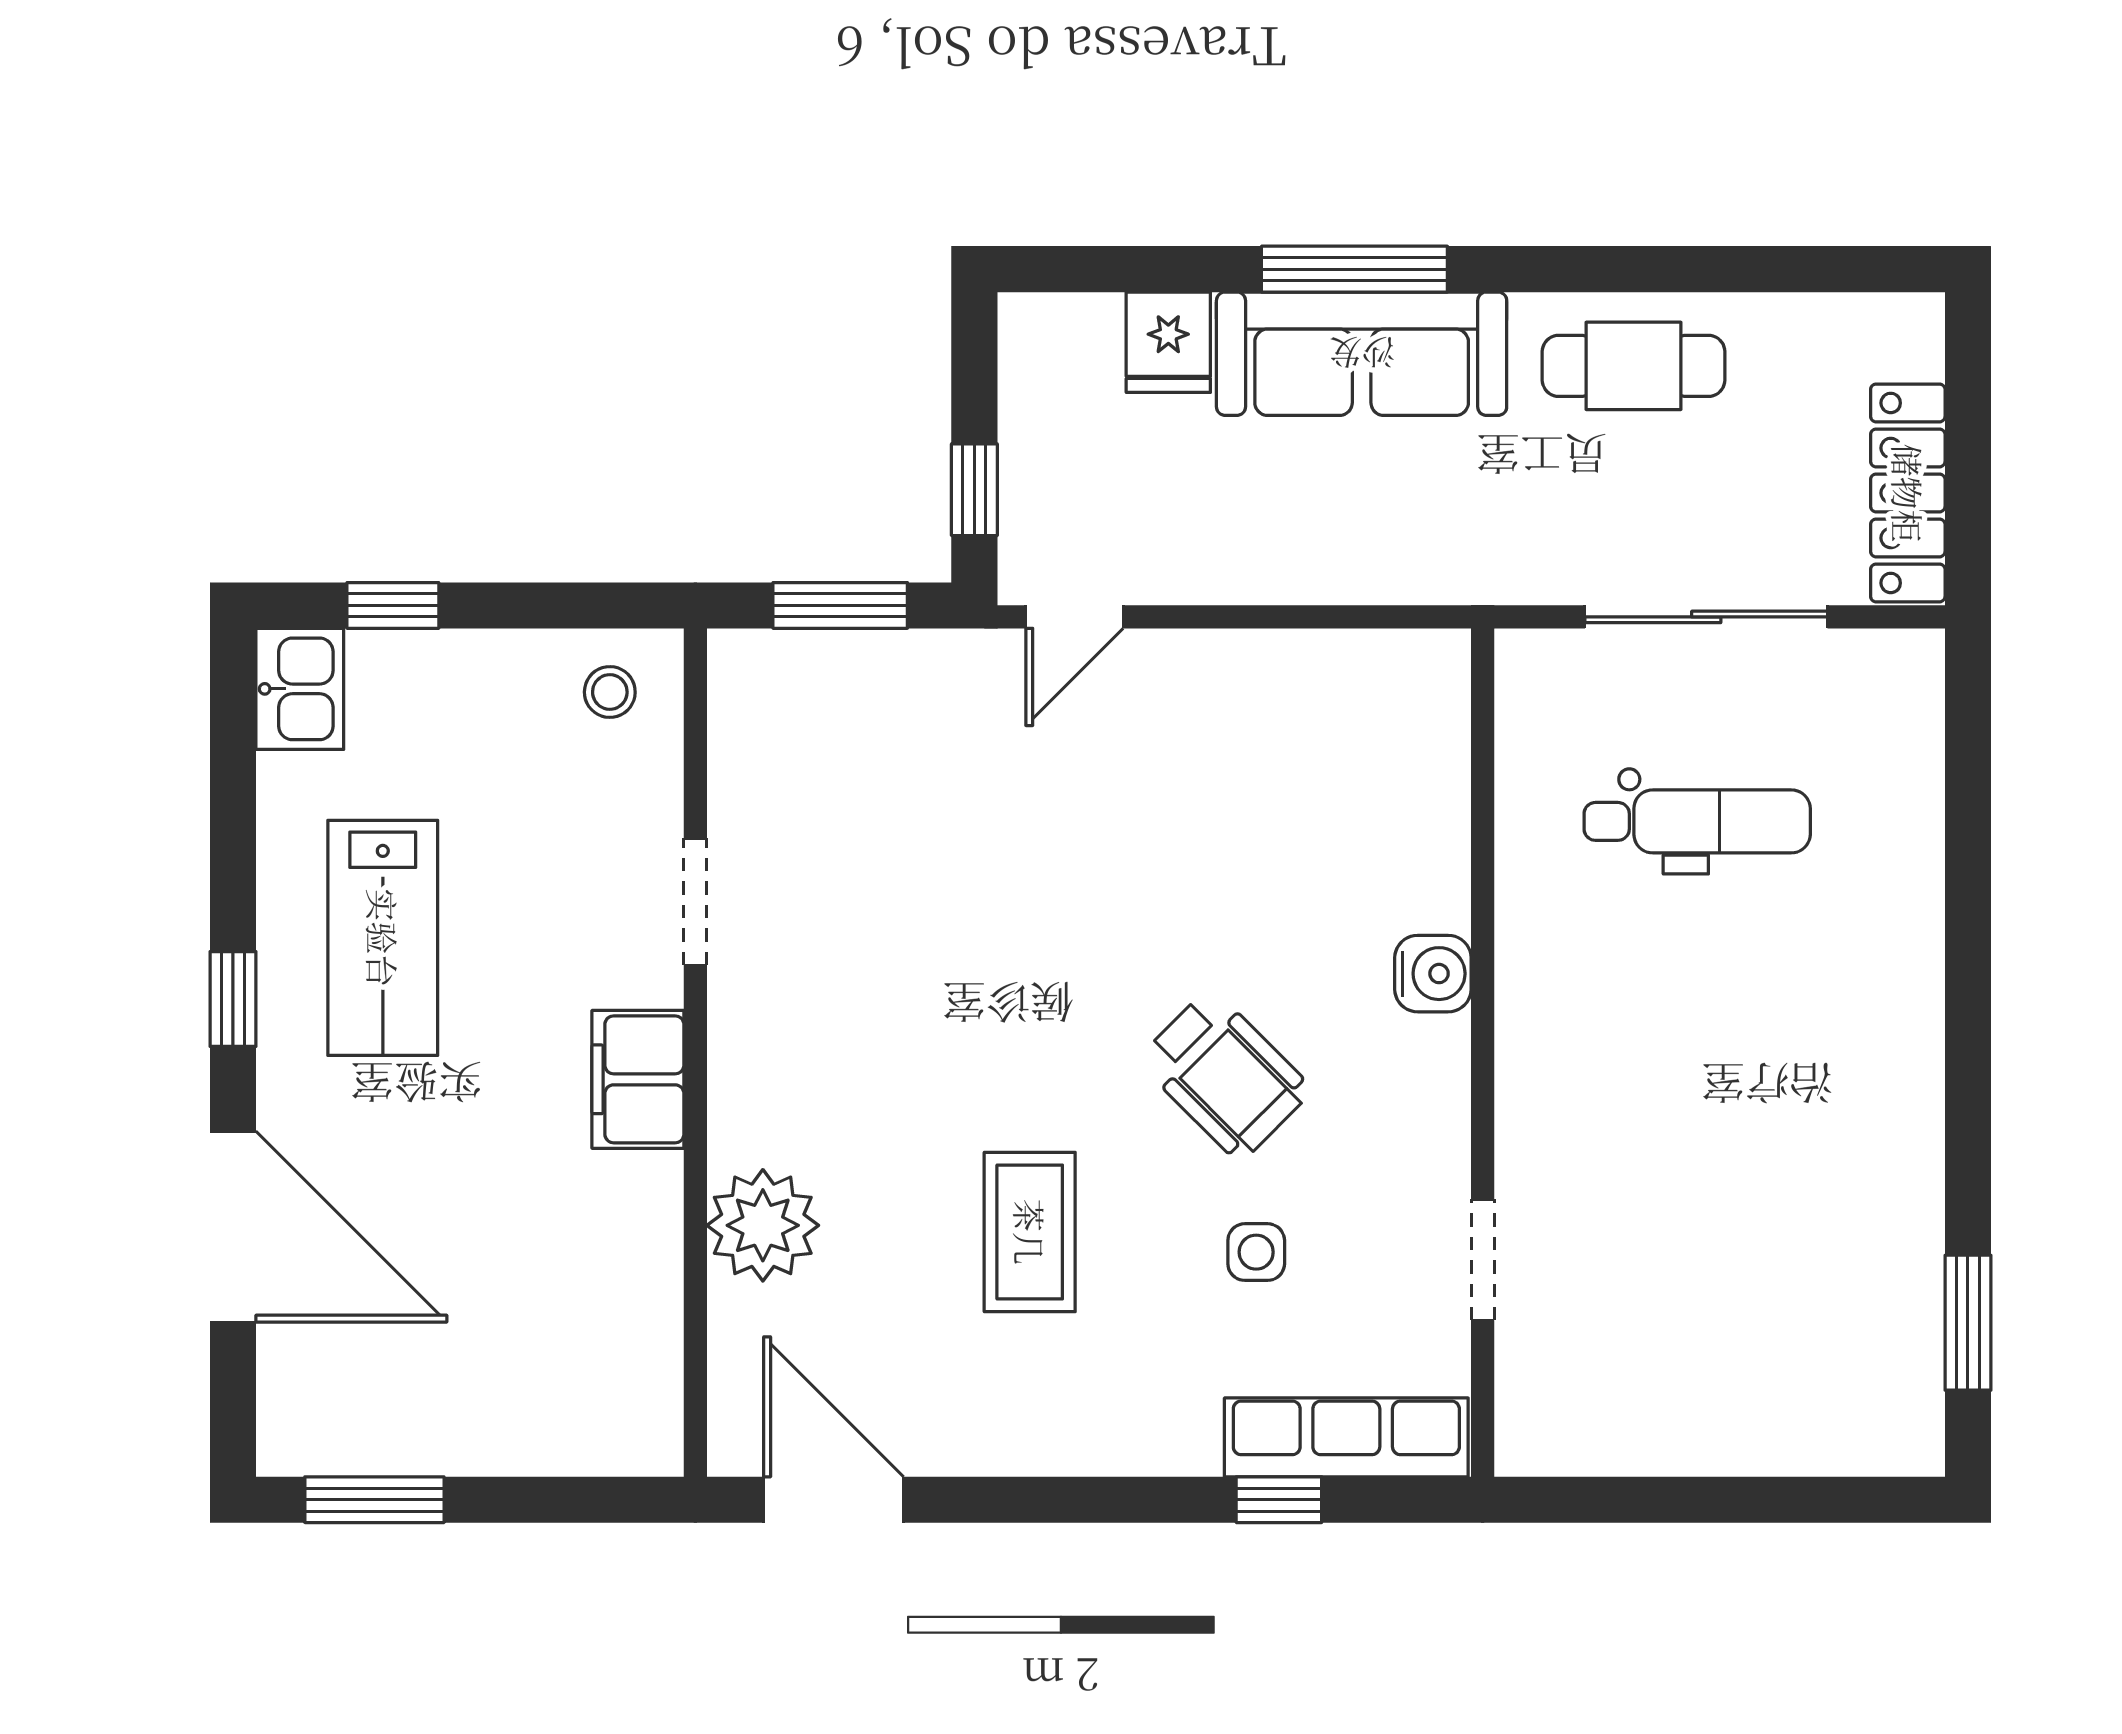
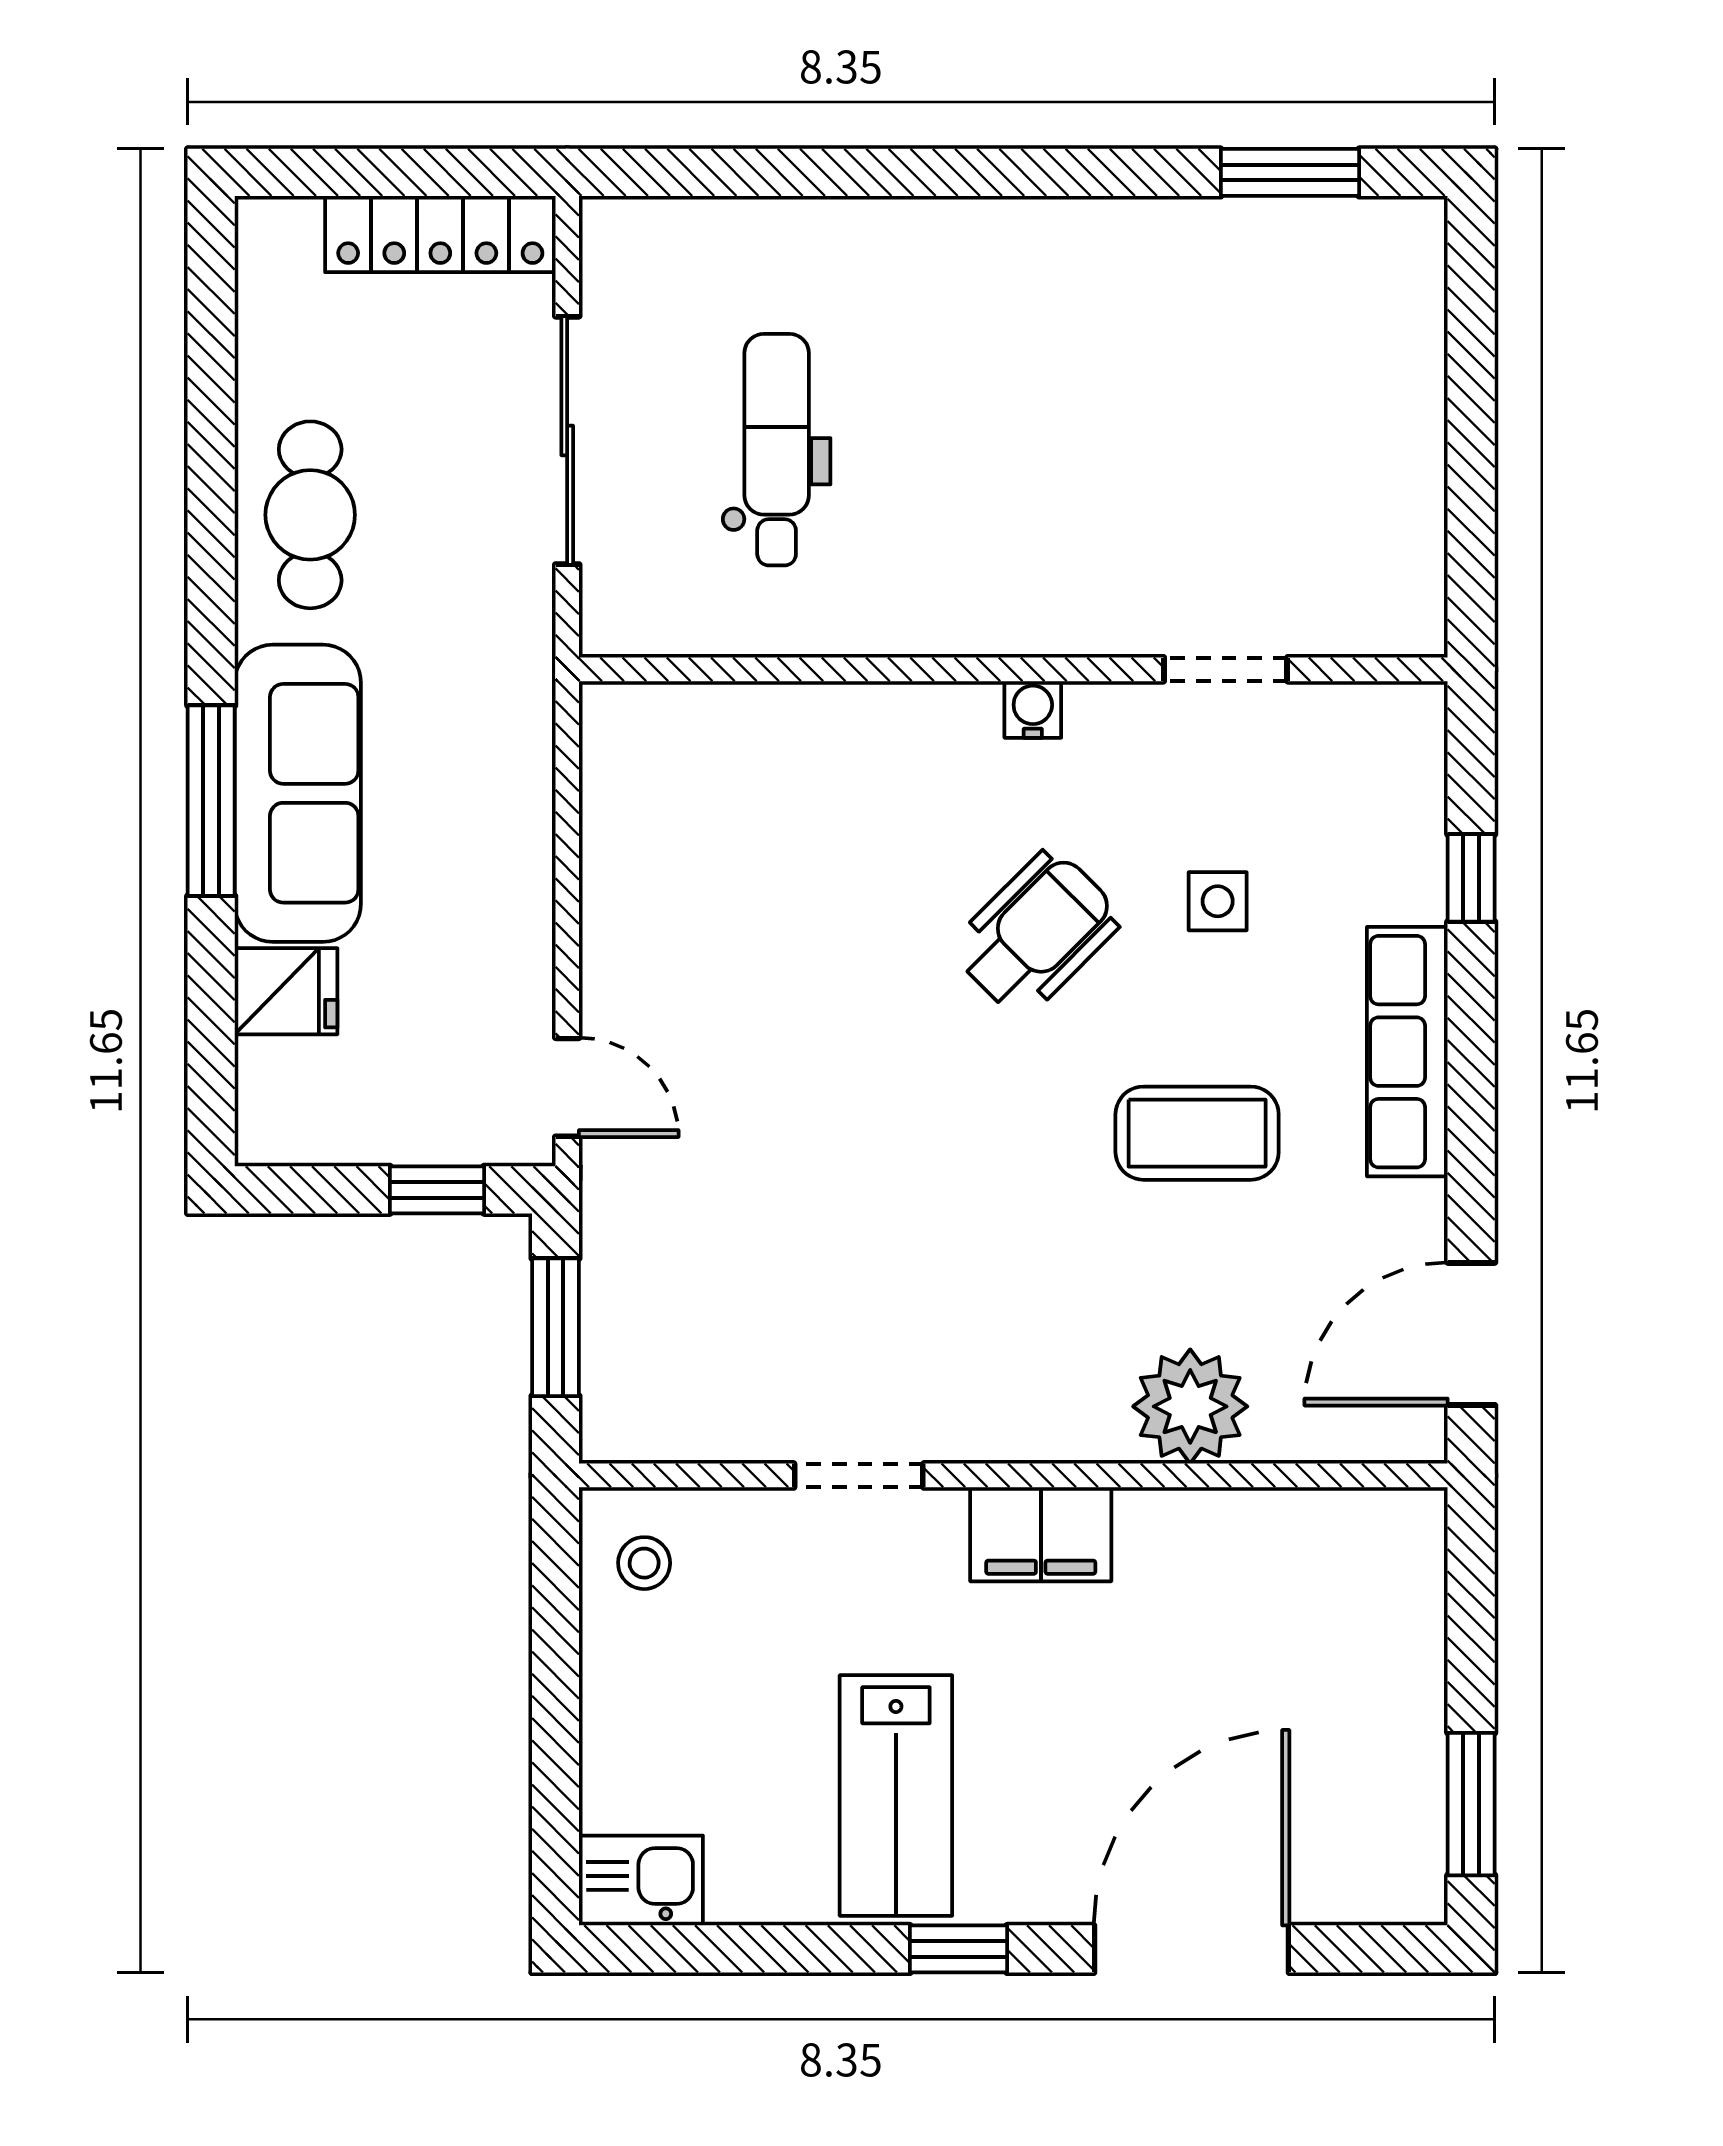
window: (393, 605) -> (556, 1785), removed
lab bench: (383, 938) -> (896, 1796), turned 90
water cooler: (1433, 974) -> (1033, 709), moved, width x0.72, depth x0.72
row of seats: (1346, 1437) -> (1407, 1052), moved

